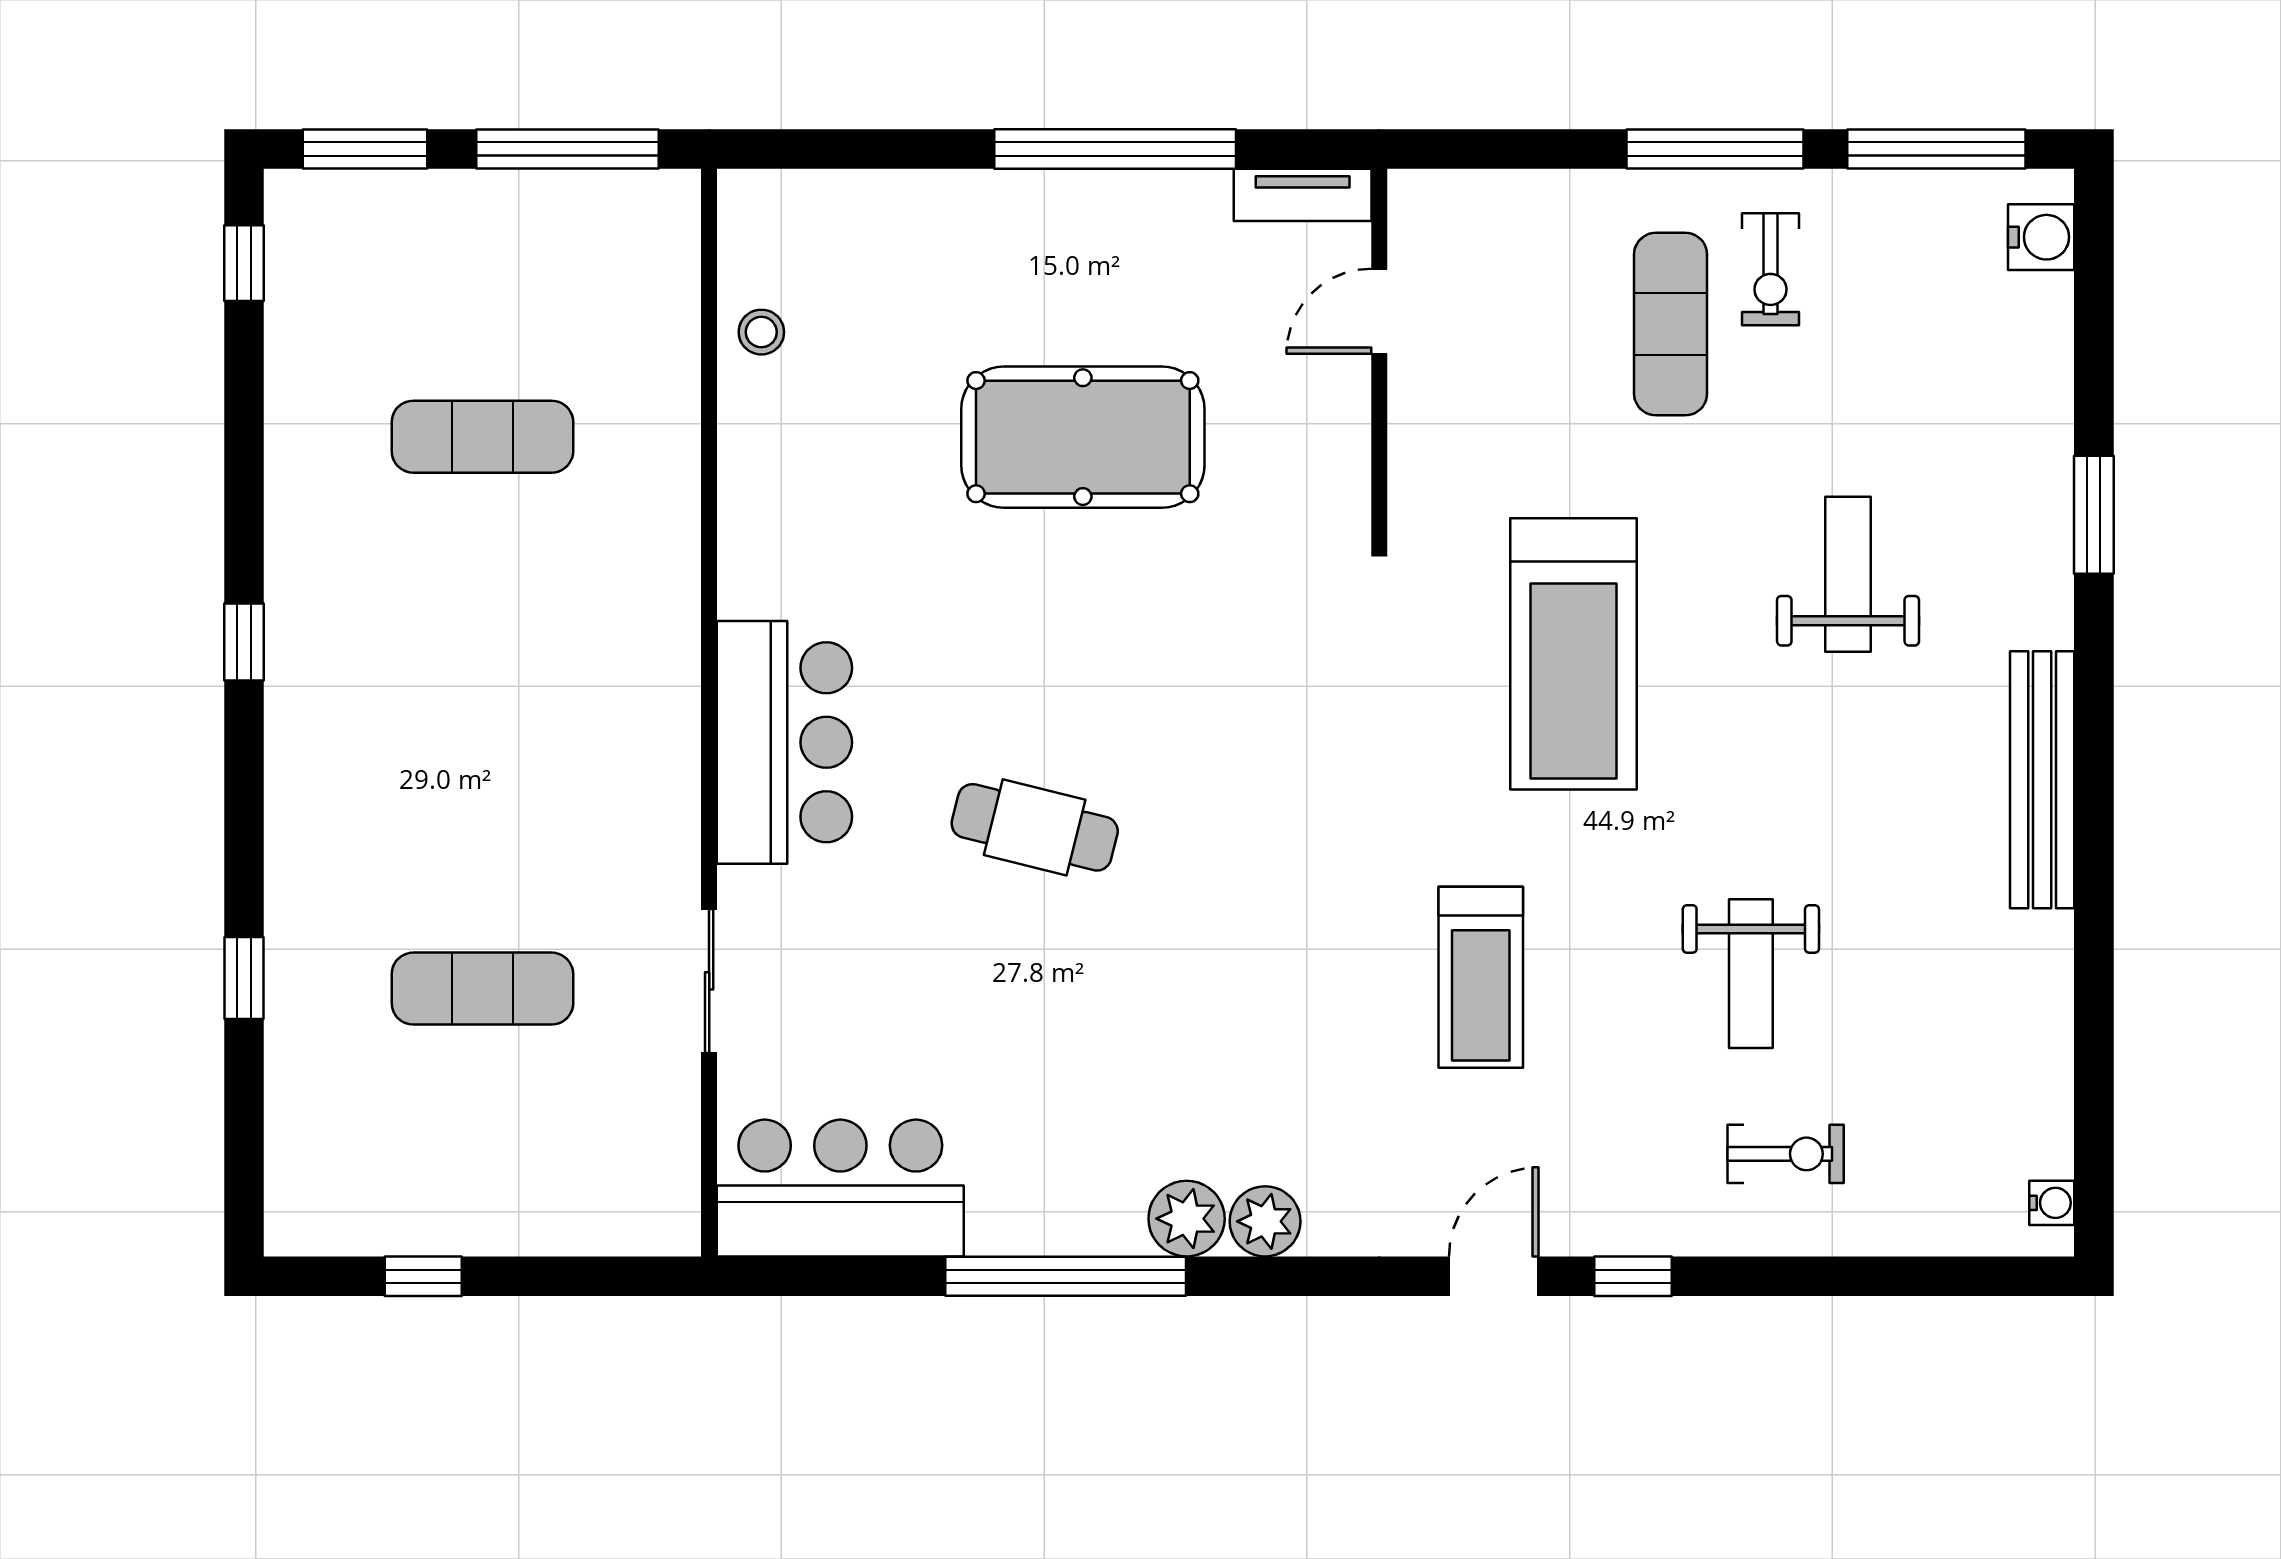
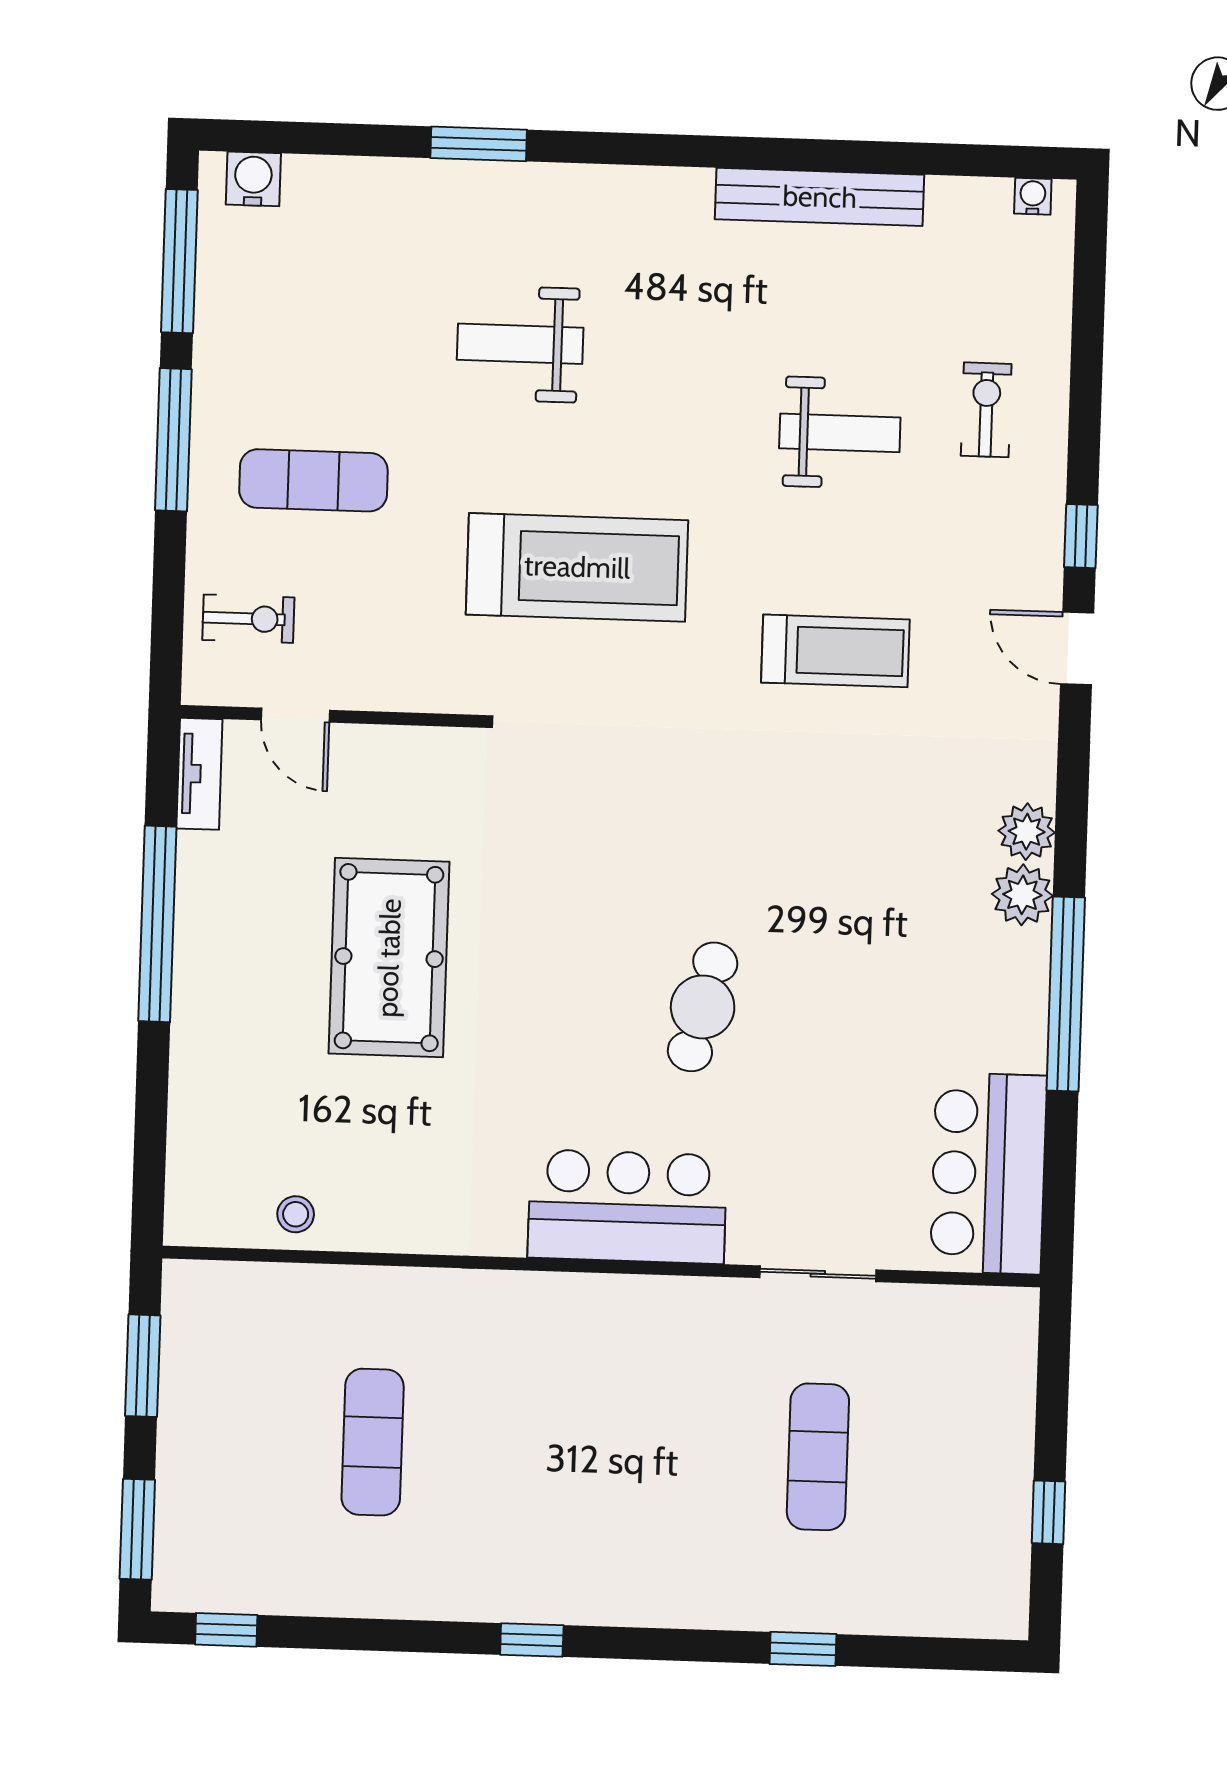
window: (568, 149) -> (143, 1366), width x0.69
exercise bike: (1771, 269) -> (248, 619), moved
bench: (2042, 780) -> (820, 197), moved

